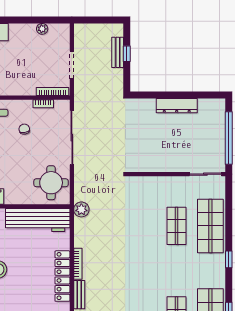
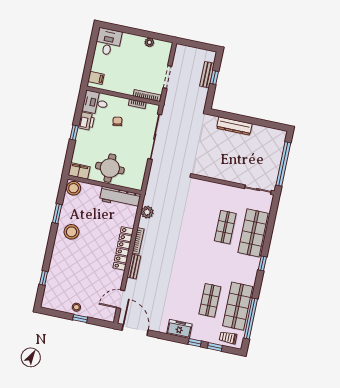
dresser: (177, 106) -> (234, 126), moved
round table: (51, 183) -> (110, 168), moved
plant: (81, 209) -> (147, 212), moved
workbench: (38, 220) -> (120, 197), width x0.73, depth x0.76

